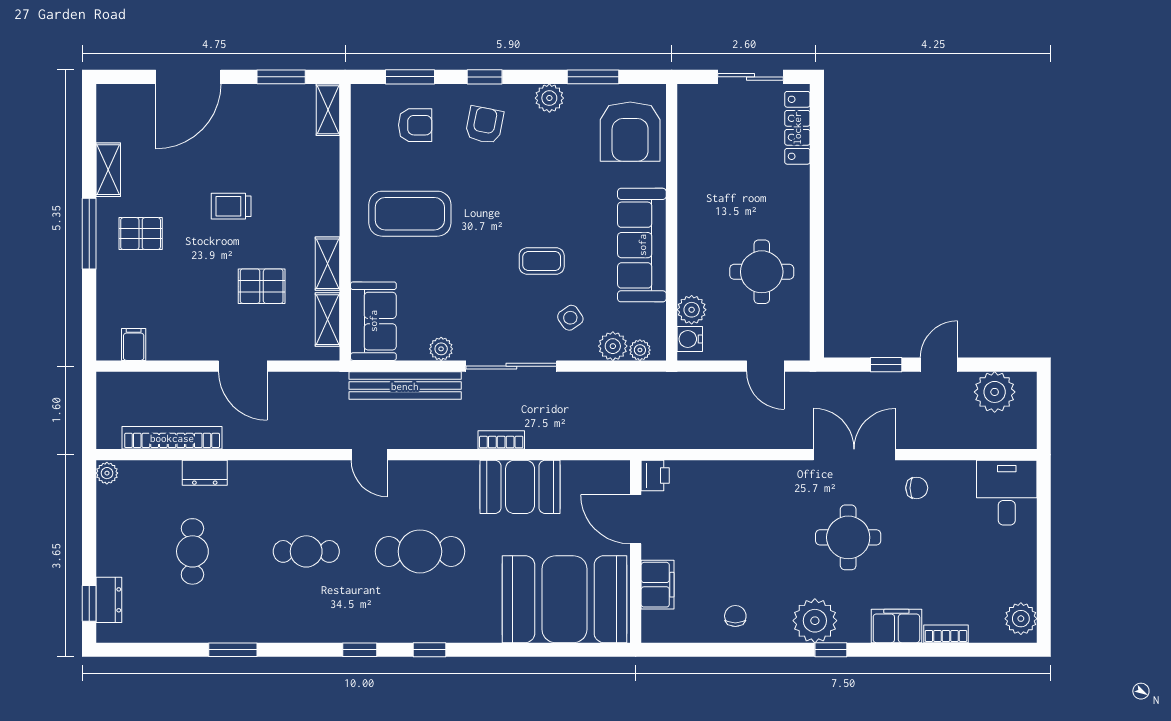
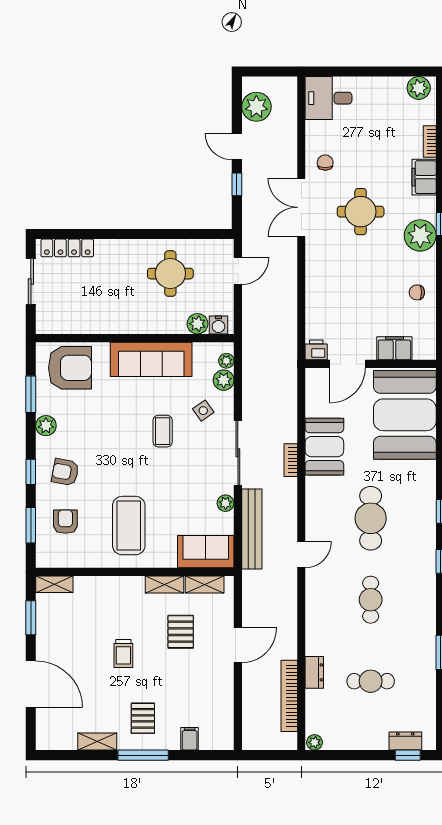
filing cabinet: (134, 344) -> (190, 739), moved, turned 90

